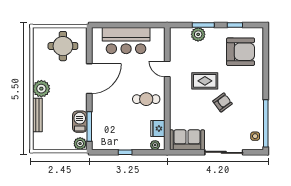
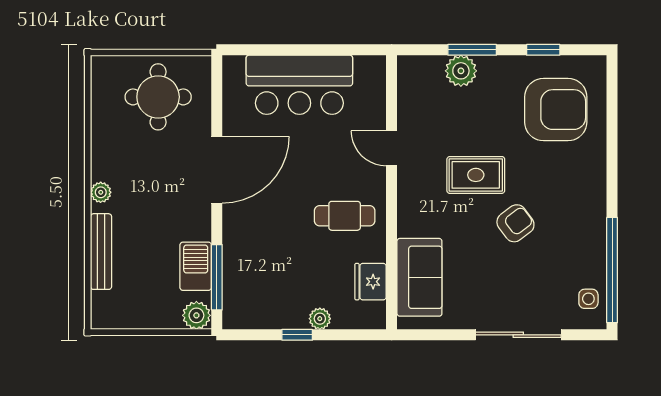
plant: (41, 89) -> (101, 192), width x0.53, depth x0.53
sofa: (187, 140) -> (419, 277), moved, turned 90
plant: (155, 145) -> (320, 319), moved

